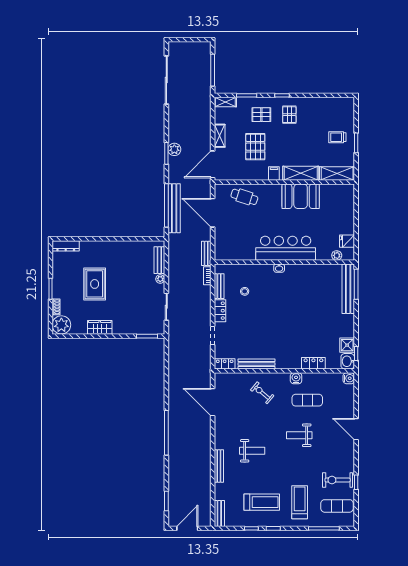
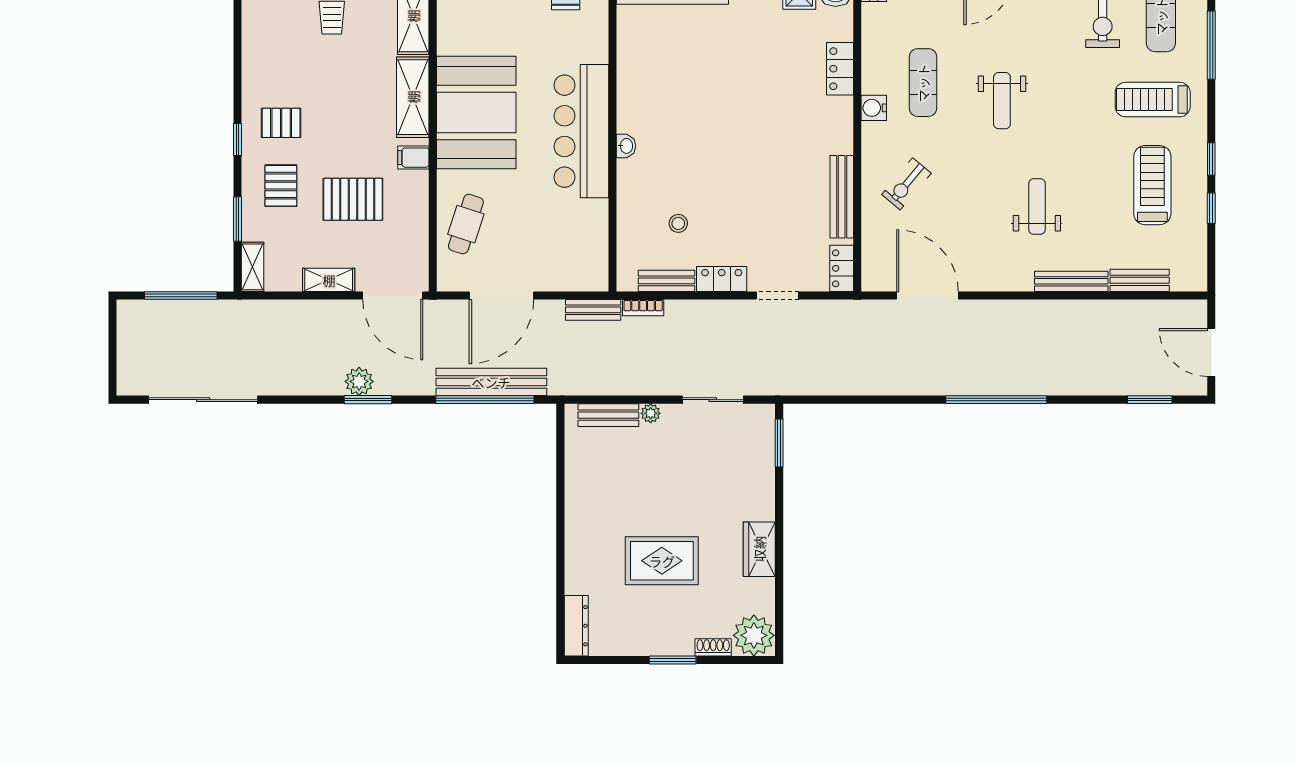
booth: (301, 196) -> (476, 112), width x1.36, depth x1.42
plant: (337, 255) -> (598, 16), removed
door: (213, 402) -> (927, 295), swing flipped
bench: (219, 513) -> (1140, 280), moved

